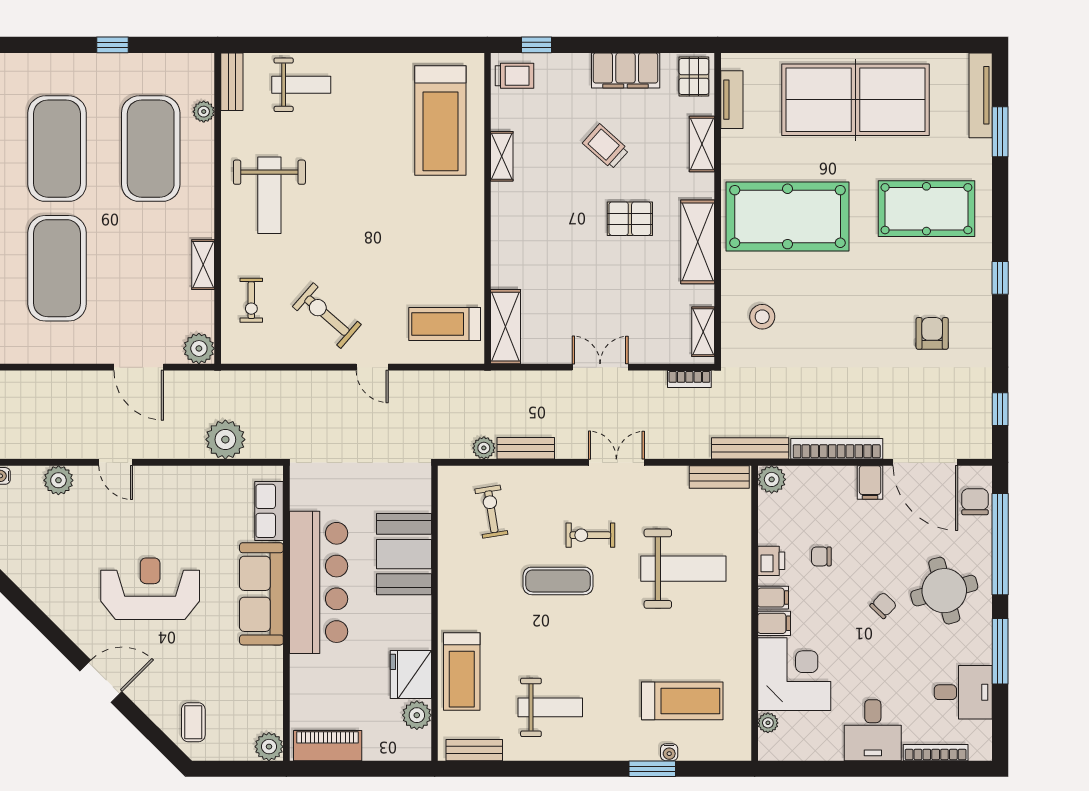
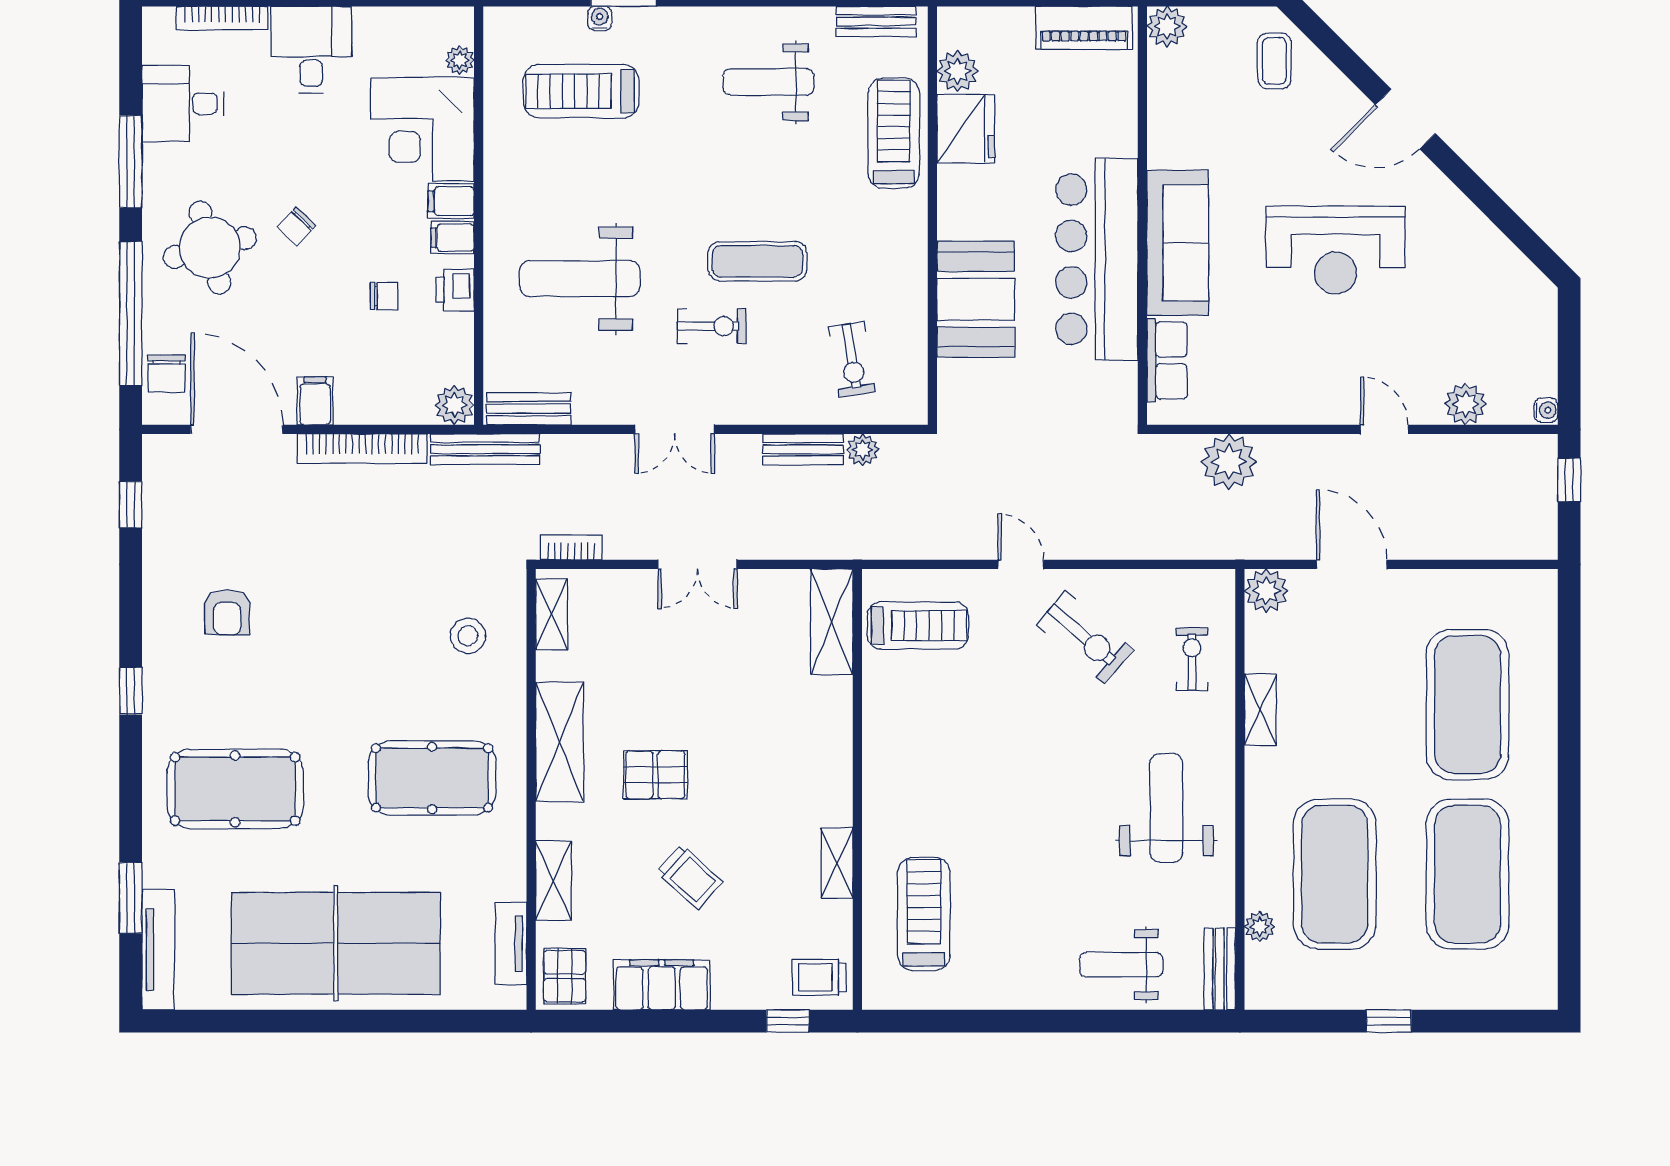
treadmill: (440, 120) -> (924, 914), width x0.73, depth x0.73
pool table: (788, 216) -> (432, 778), width x0.73, depth x0.76

